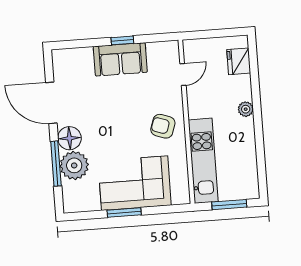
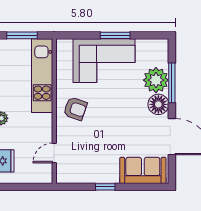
sofa: (120, 59) -> (143, 170), moved

